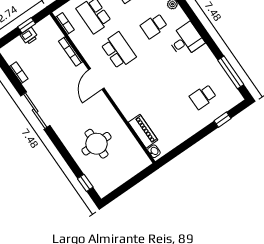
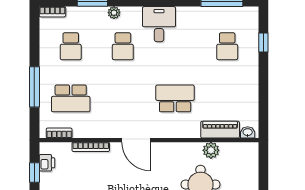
printer: (29, 36) -> (47, 163), moved
school desk: (118, 51) -> (175, 98), moved
plant: (125, 135) -> (211, 150), added

